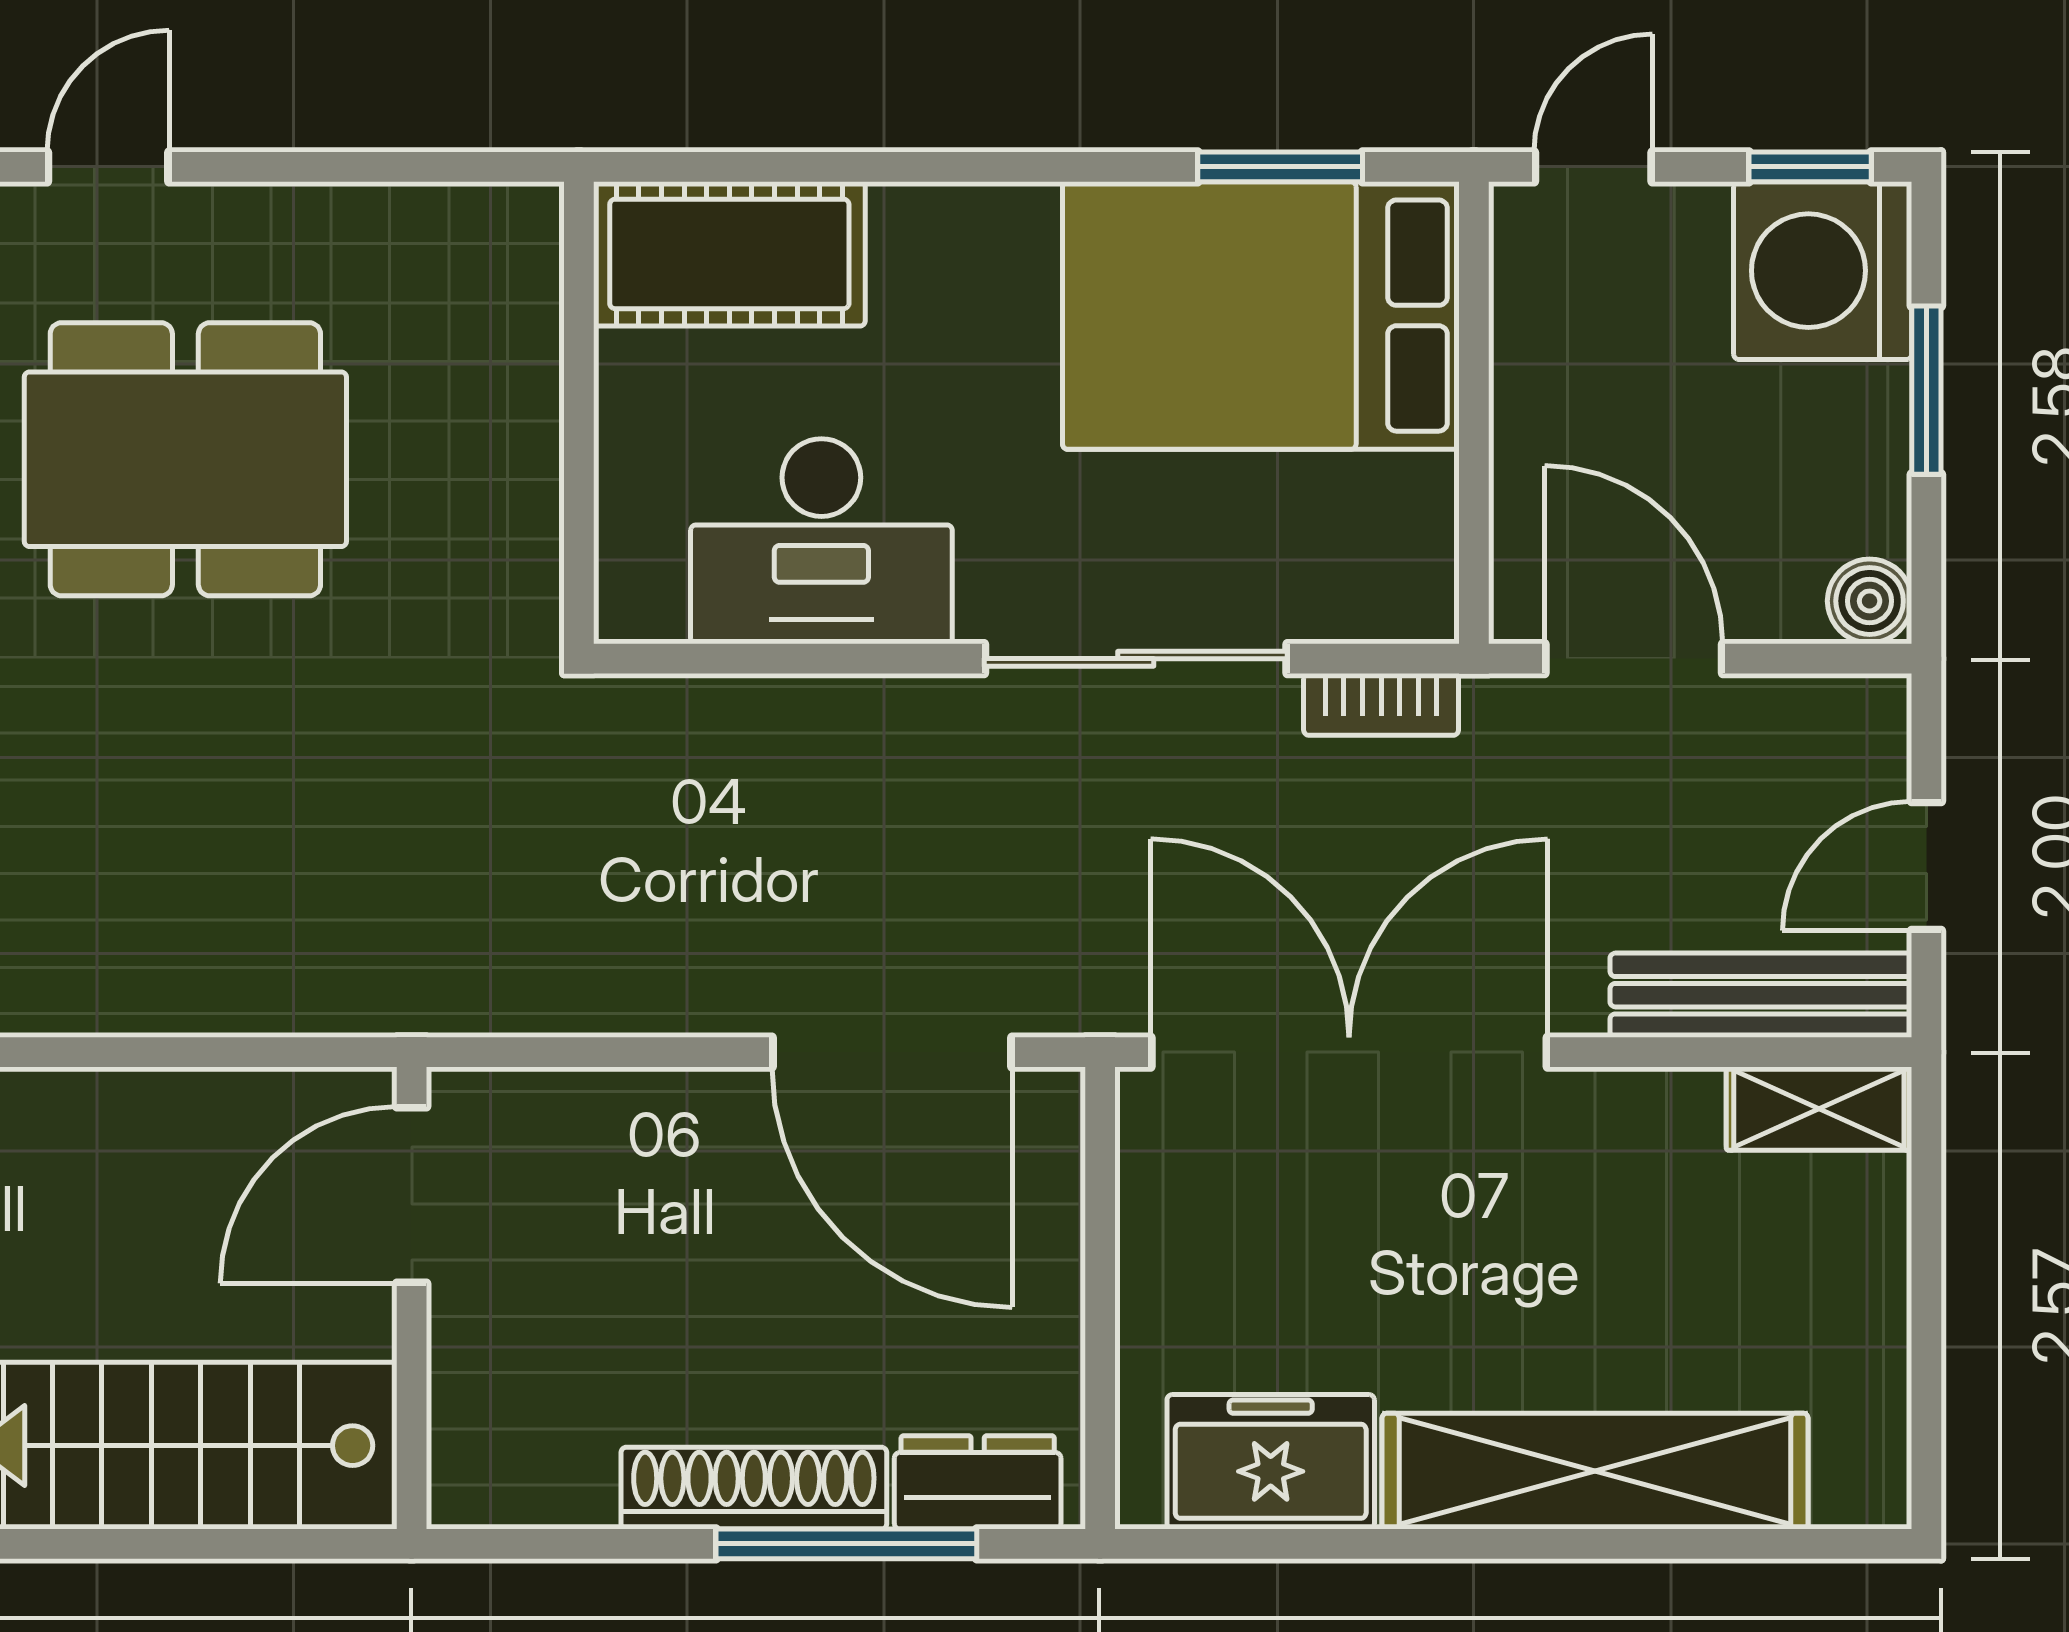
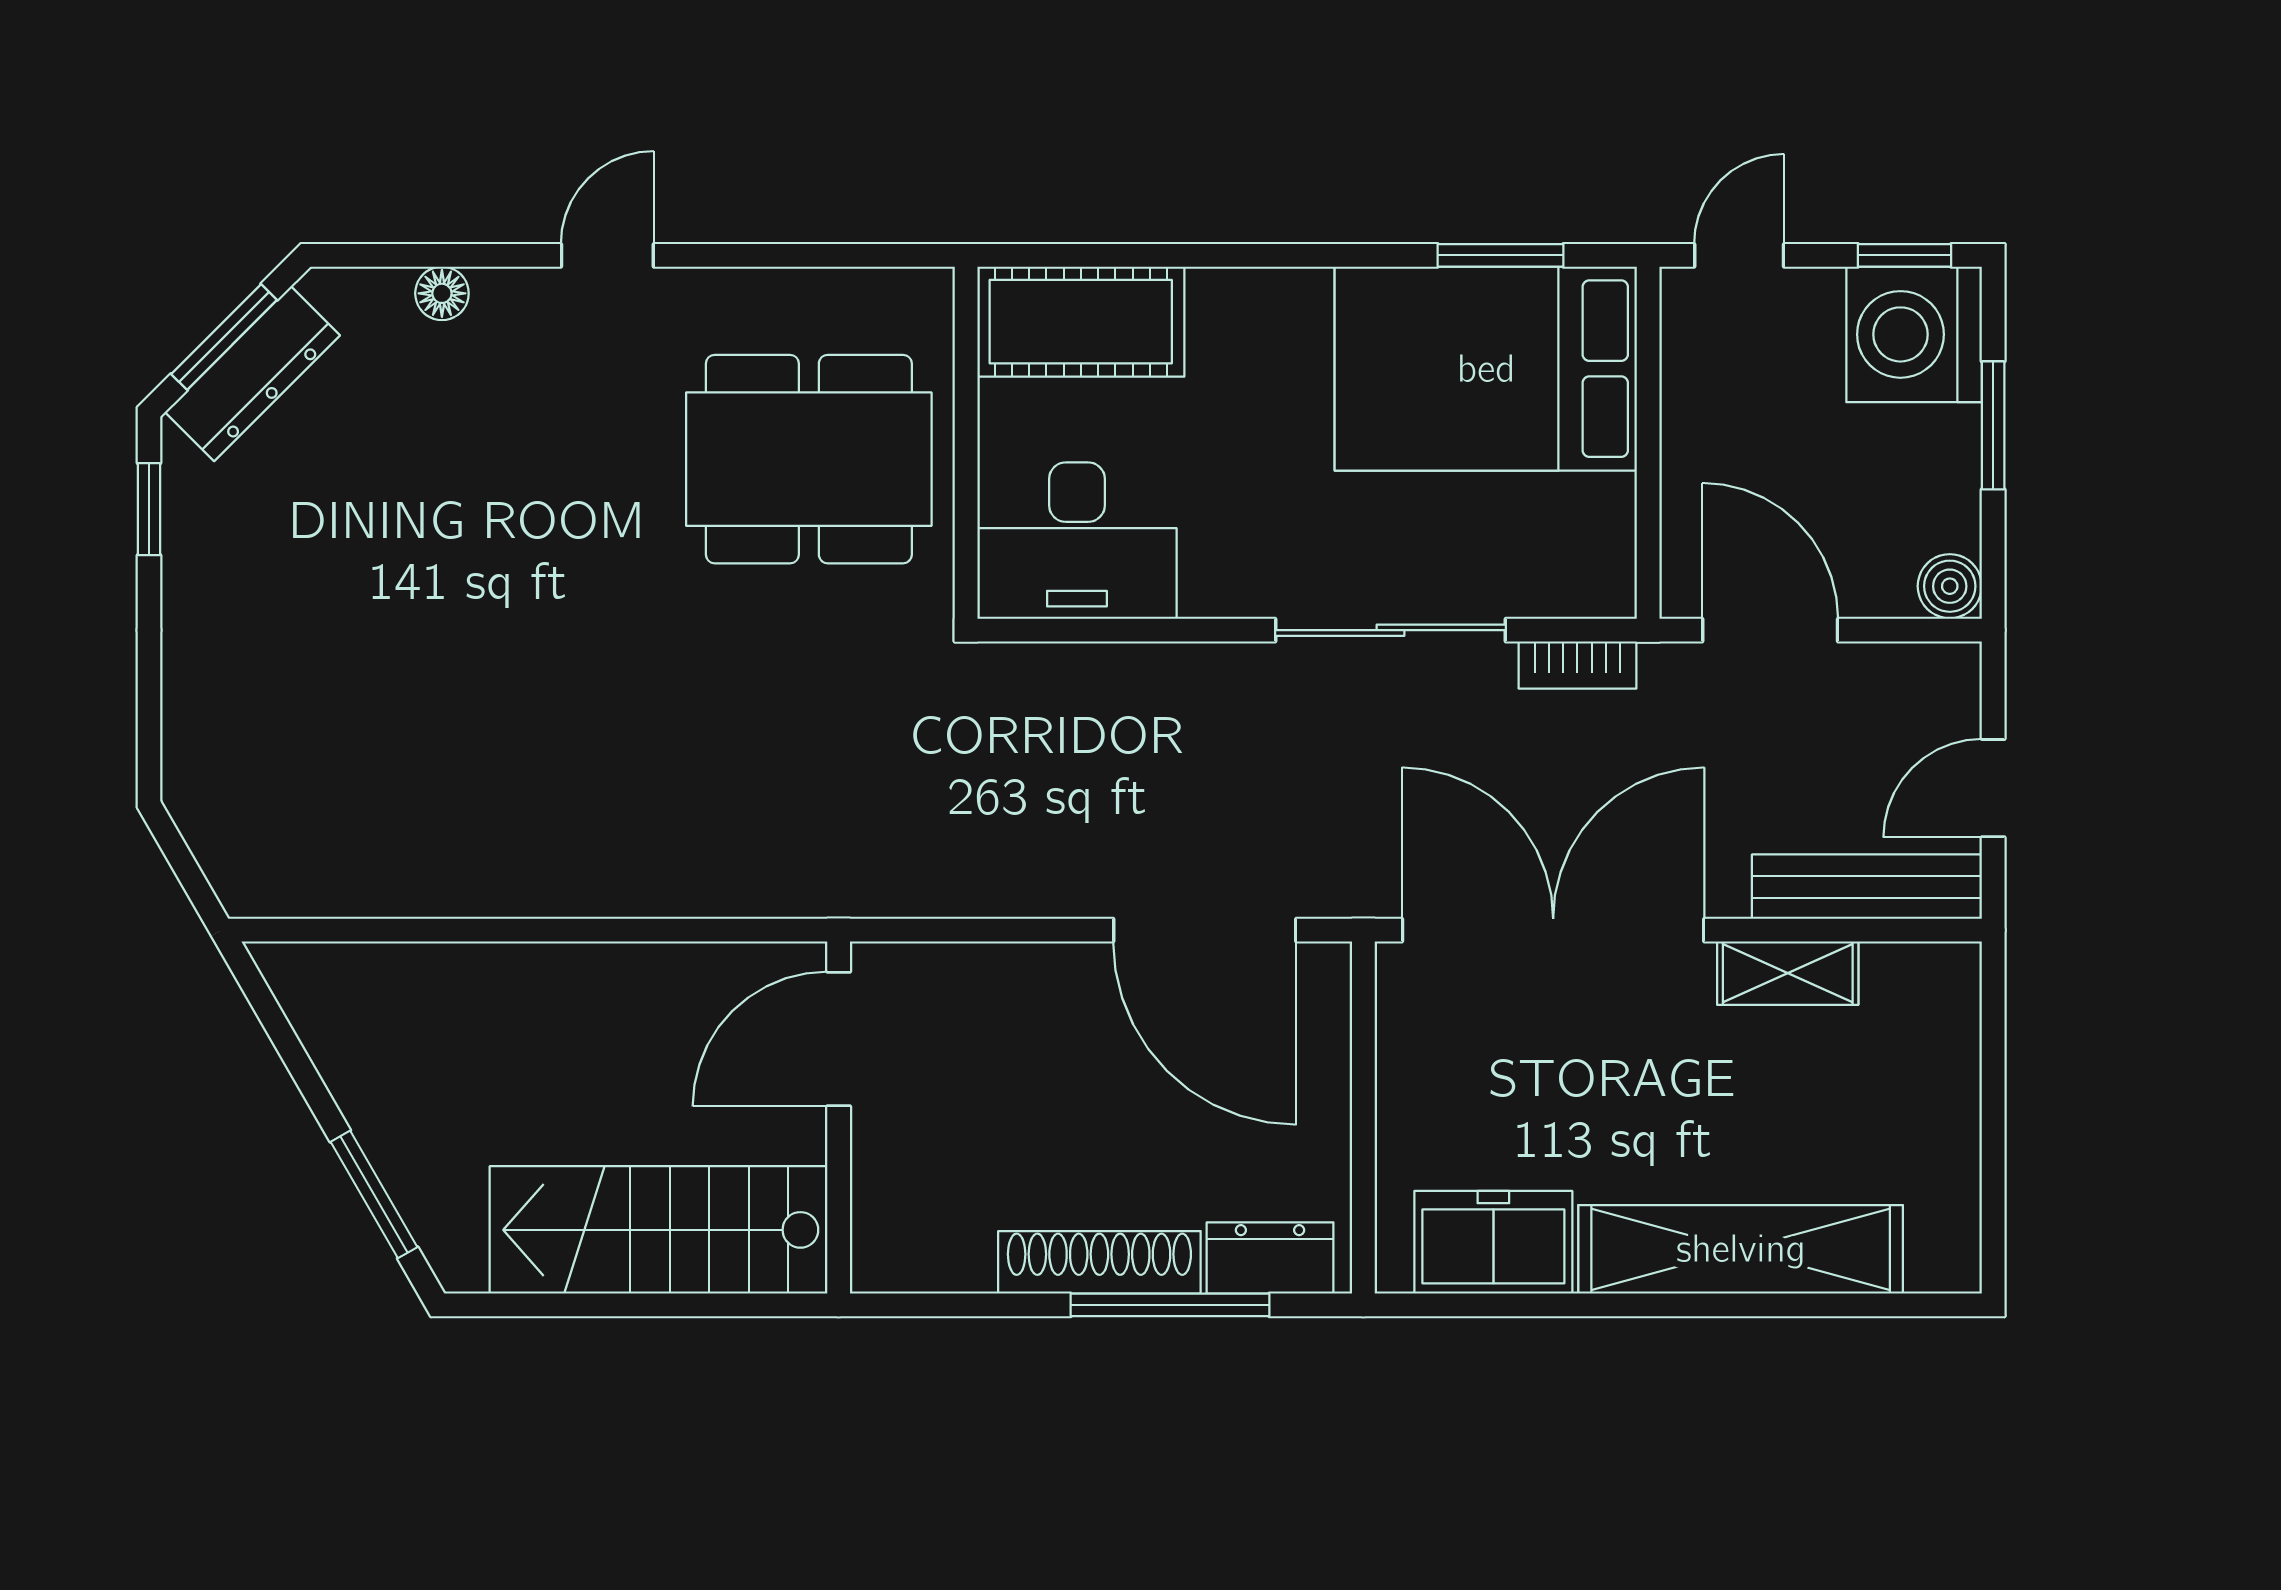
dining table: (185, 459) -> (809, 459), moved
desk: (821, 541) -> (1077, 541), moved
shelving: (1819, 1109) -> (1788, 973), moved

